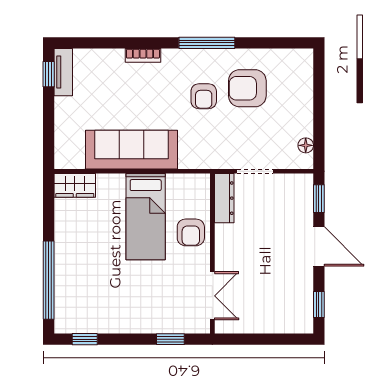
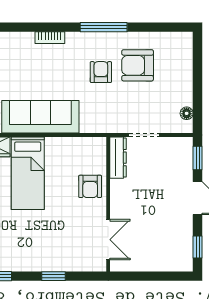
armchair: (204, 96) -> (101, 72), turned 180
bed: (146, 217) -> (28, 173), moved
window: (170, 339) -> (54, 276), moved

